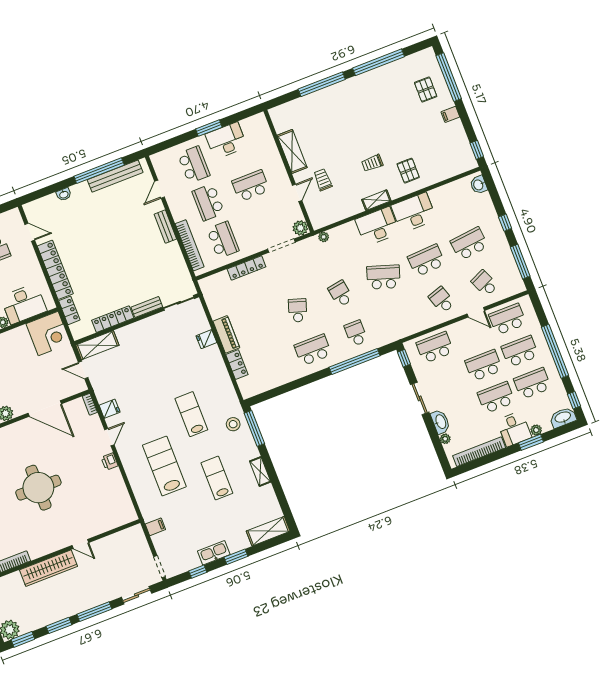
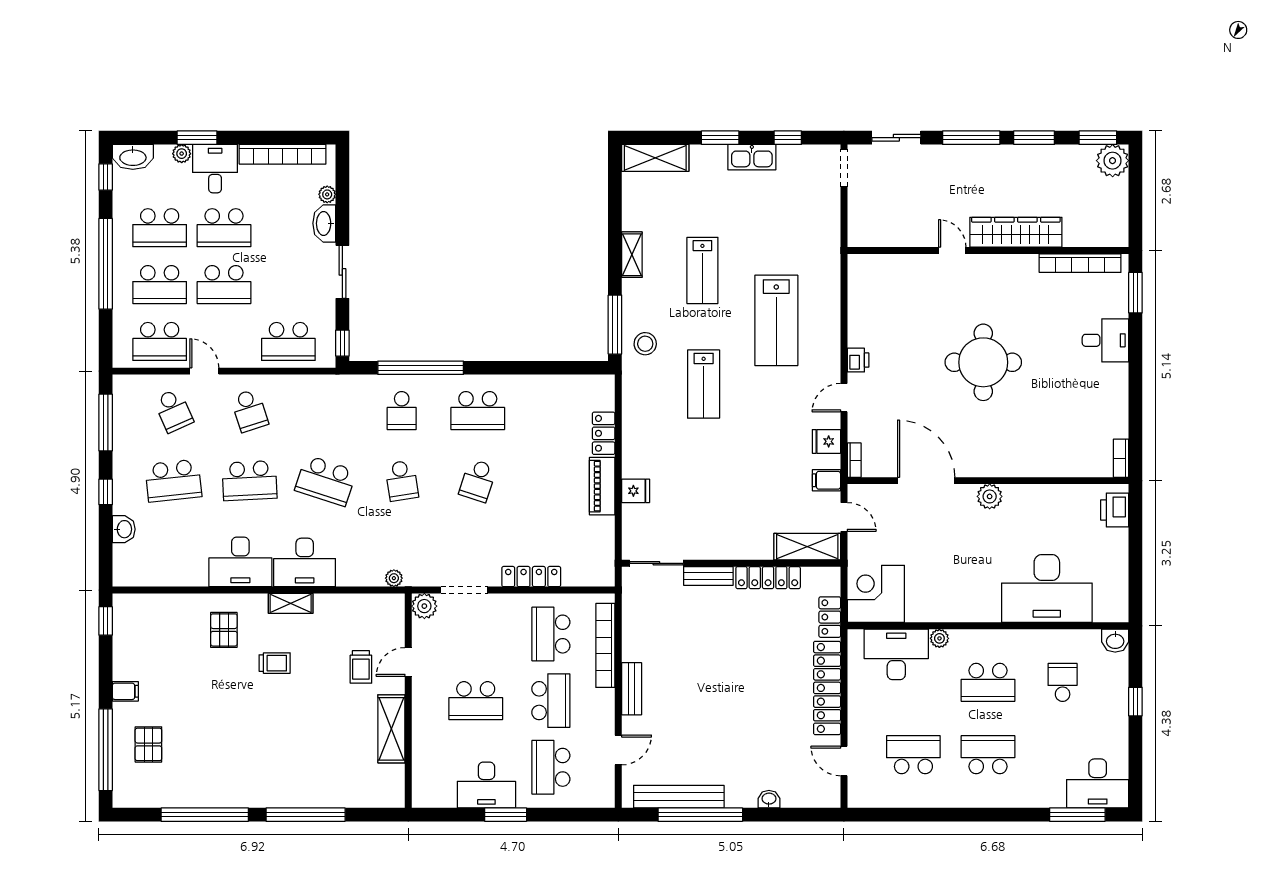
washbasin: (479, 185) -> (124, 529), moved
filing cabinet: (155, 527) -> (826, 480), moved

